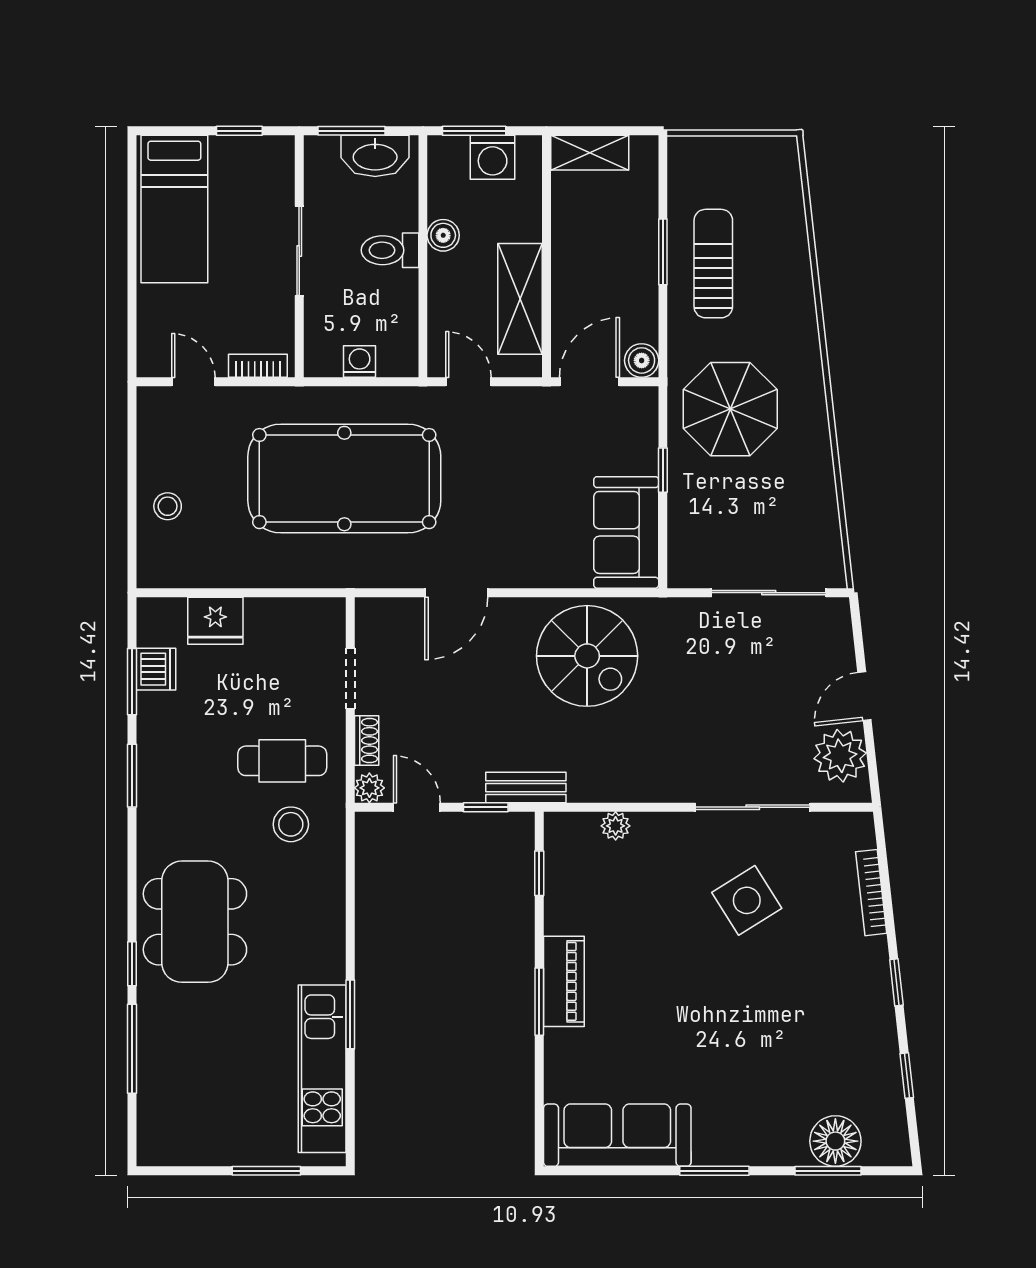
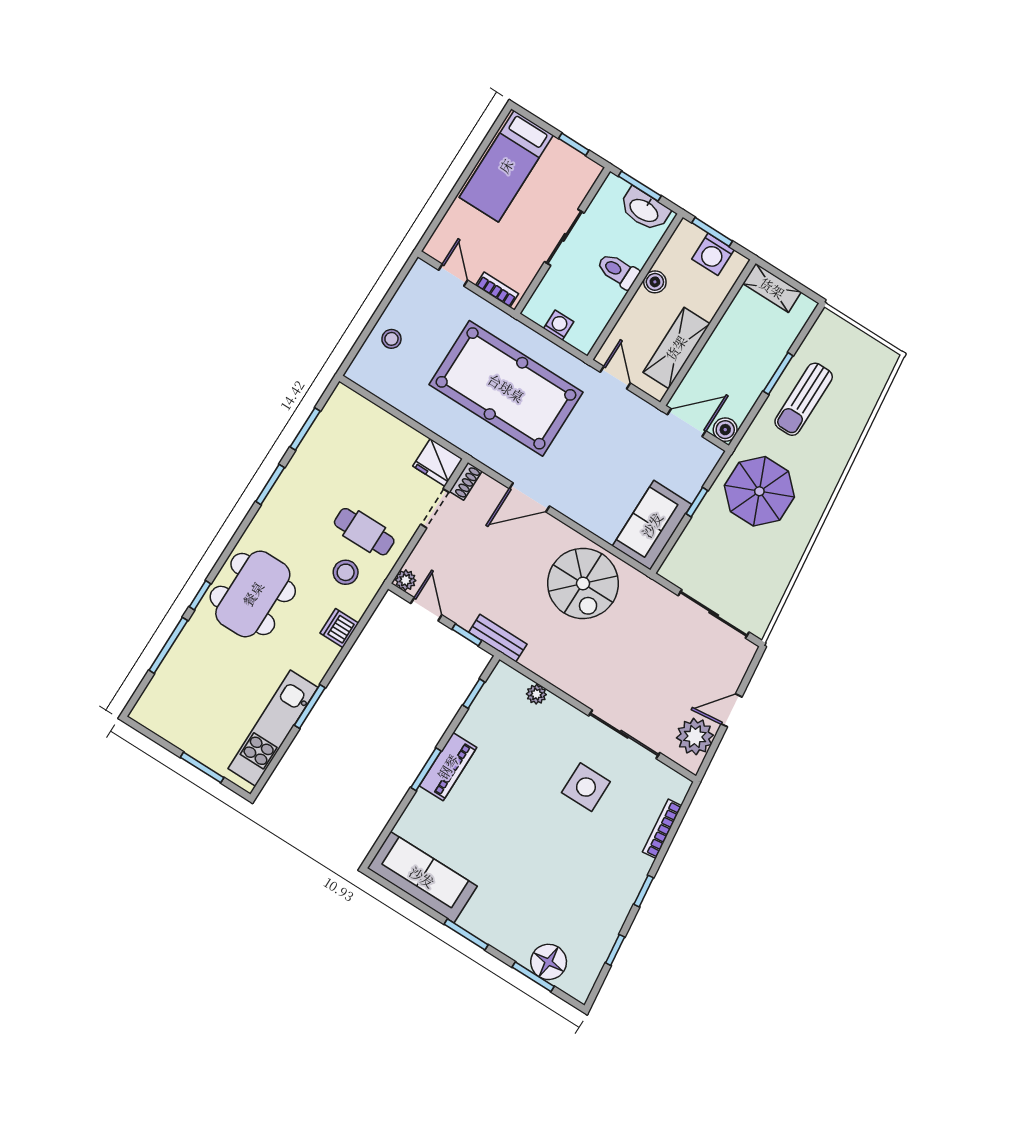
sun lounger: (713, 264) -> (804, 399), turned 180
fridge: (215, 621) -> (438, 463), moved
dishwasher: (156, 669) -> (339, 628), moved, turned 180
shoe rack: (367, 741) -> (466, 481), moved
side table: (747, 900) -> (586, 787), turned 32

